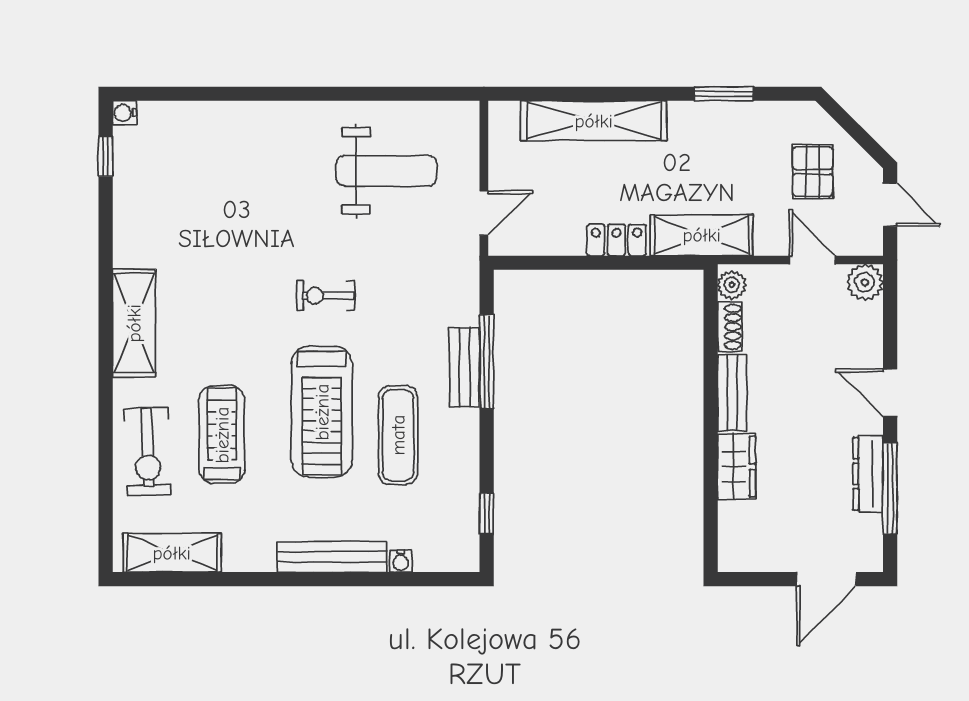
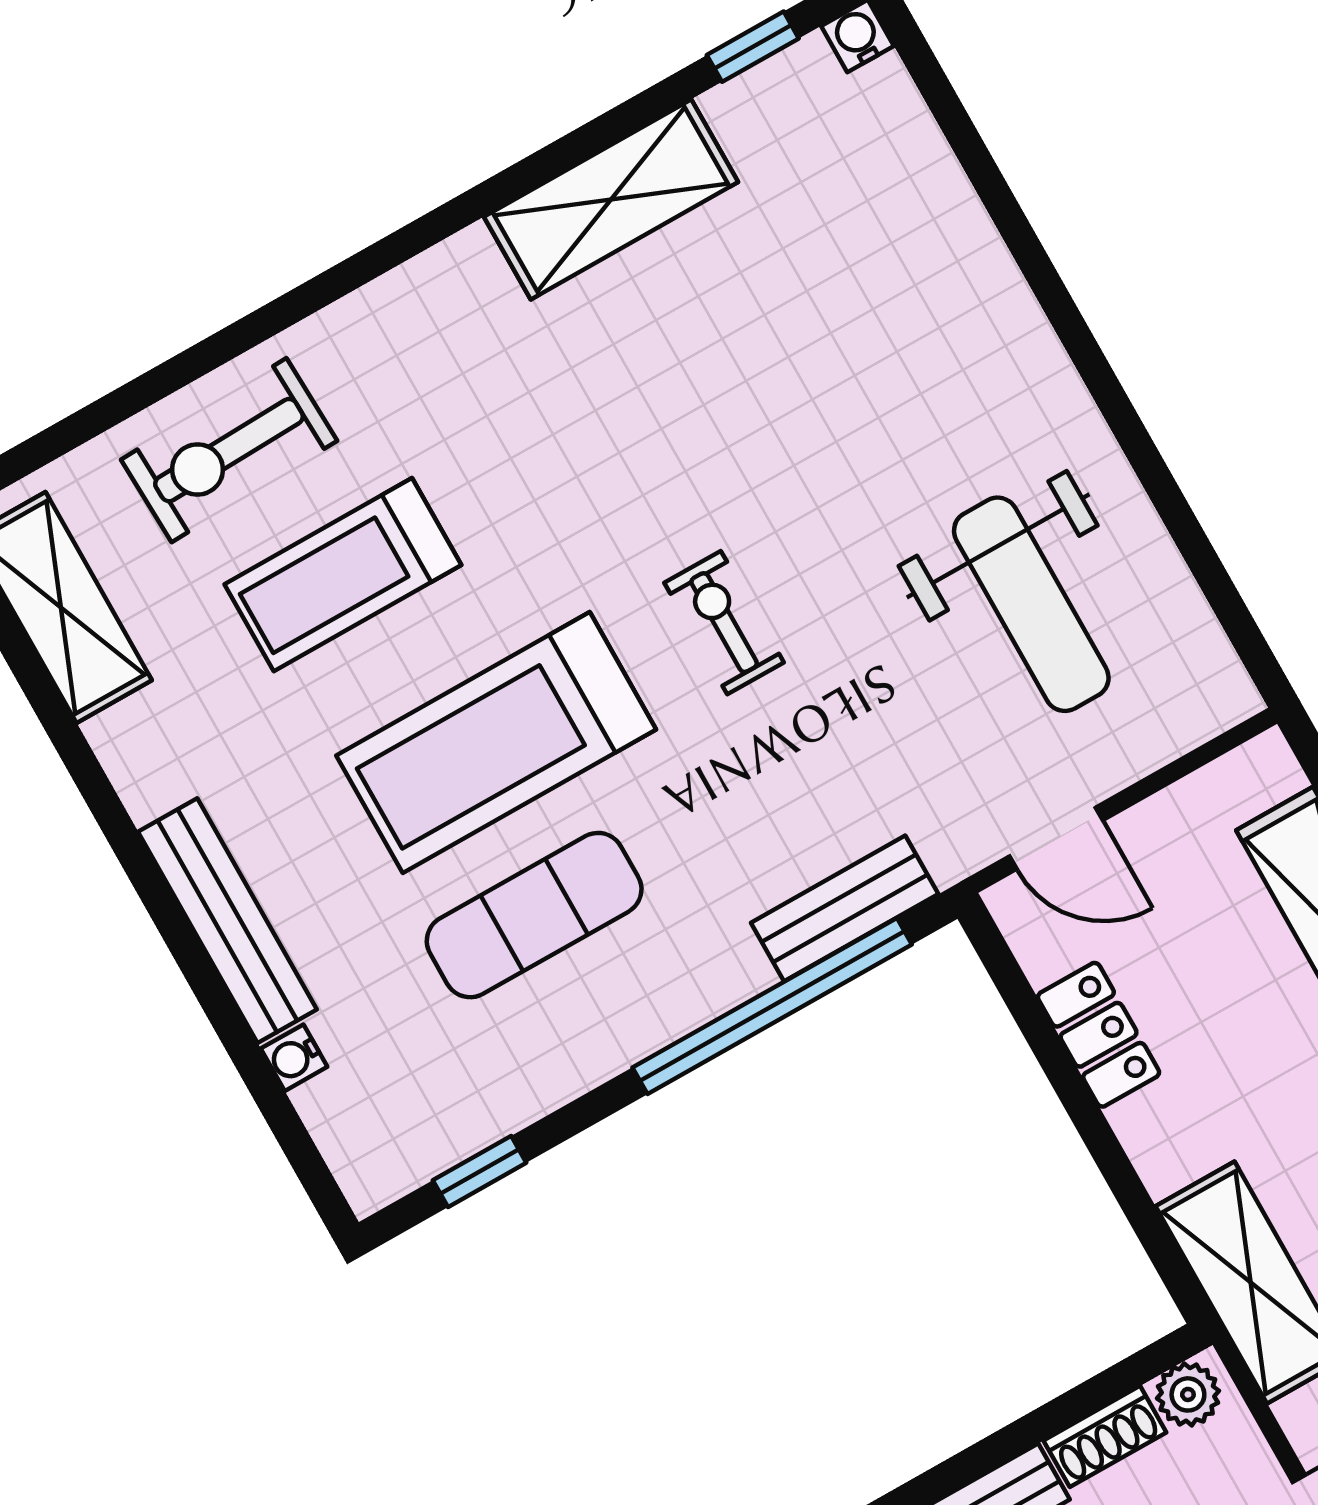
locker: (617, 240) -> (1099, 1035), moved
shelving: (134, 323) -> (611, 199), moved
window: (487, 362) -> (772, 1006), width x1.46
bench: (464, 367) -> (845, 908), moved
treadmill: (222, 435) -> (343, 575), turned 180

